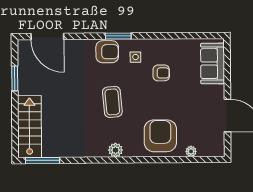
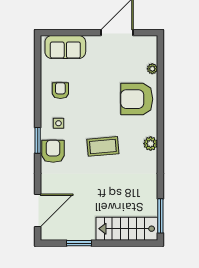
armchair: (161, 73) -> (60, 91), moved

